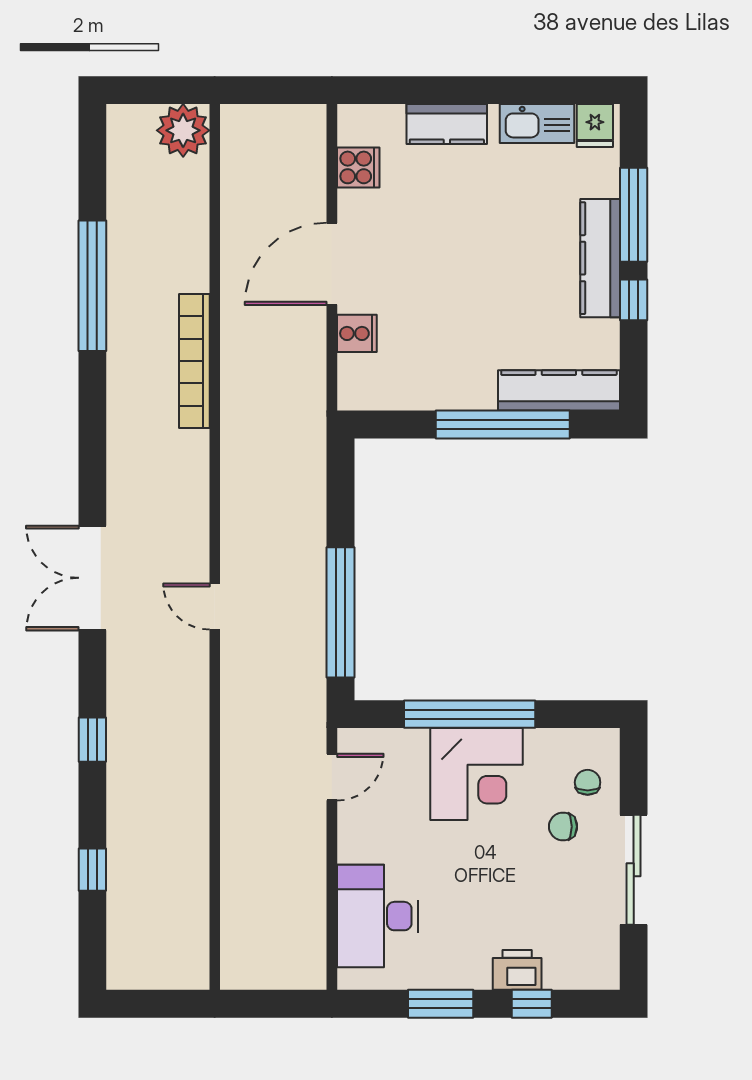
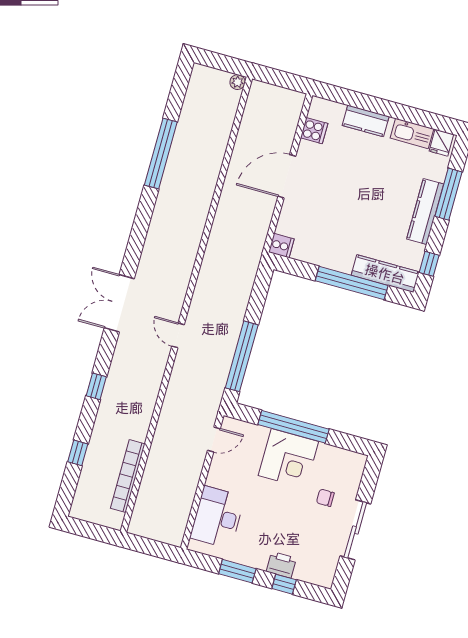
plant: (183, 130) -> (238, 82), width x0.53, depth x0.53
window: (634, 300) -> (429, 264), moved
cooker: (357, 333) -> (281, 246), moved
bookcase: (194, 361) -> (128, 476), moved
chair: (588, 782) -> (344, 479), removed

